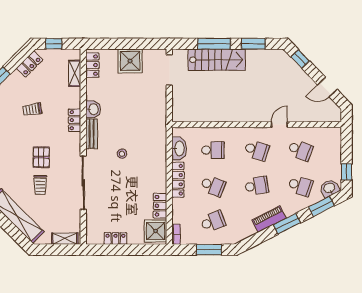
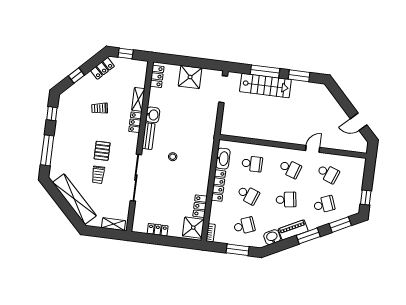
window: (300, 59) -> (338, 94), removed
shelving: (75, 73) -> (138, 99), moved
school desk: (300, 186) -> (324, 204), turned -39
washbasin: (329, 188) -> (272, 237), moved

